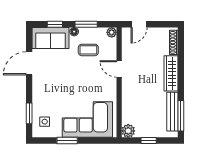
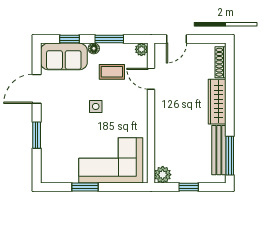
door: (119, 69) -> (151, 79), moved
window: (29, 113) -> (37, 135), moved
side table: (45, 122) -> (96, 106), moved

